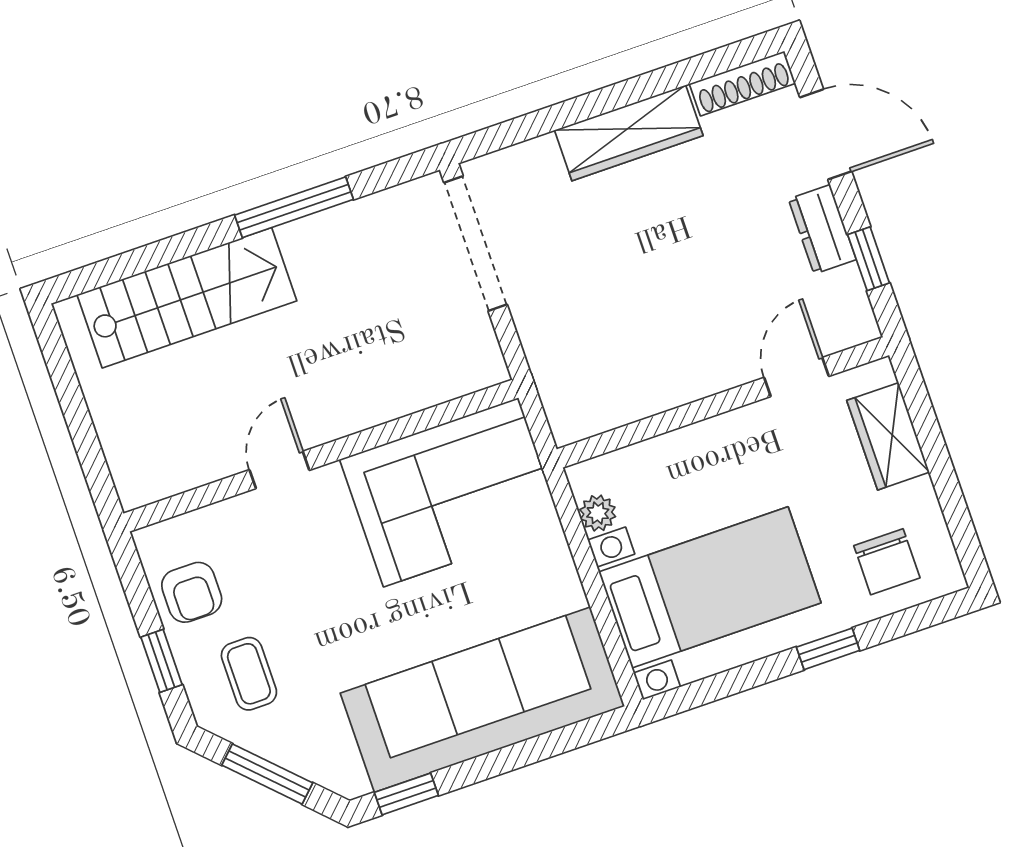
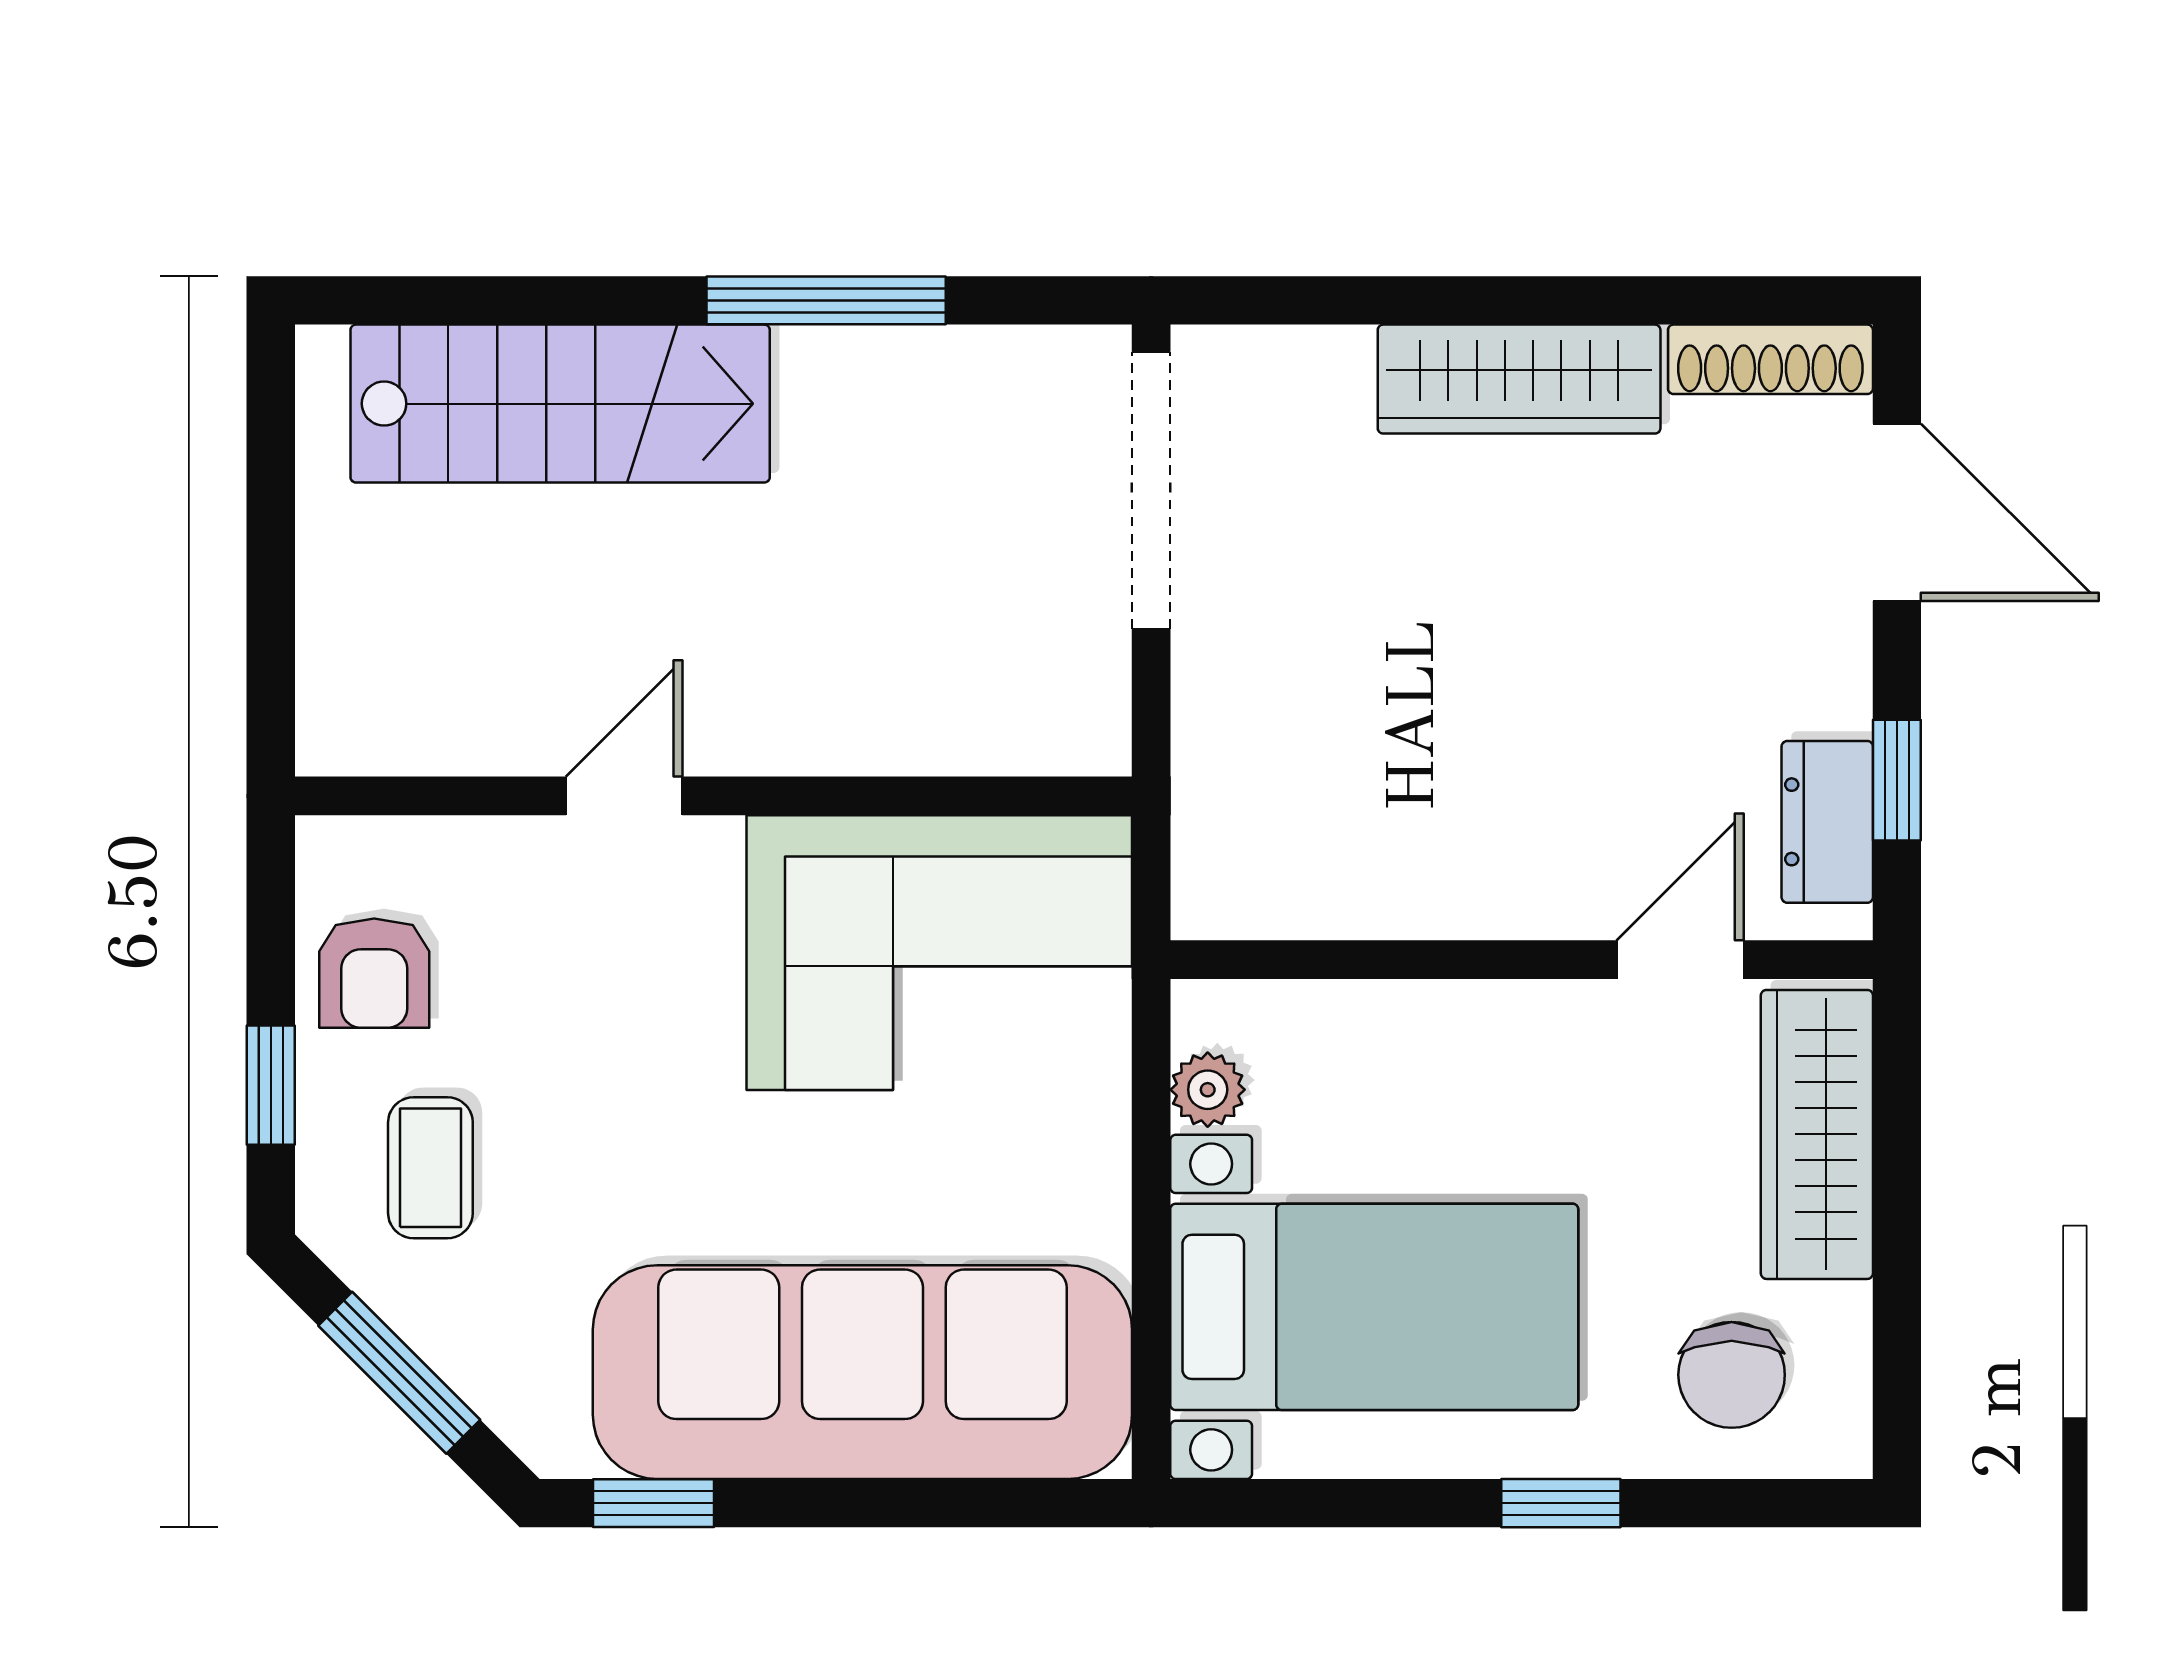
dresser: (822, 229) -> (1827, 822), moved
wardrobe: (888, 436) -> (1817, 1134), width x1.50

